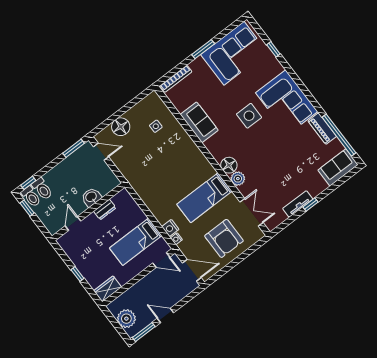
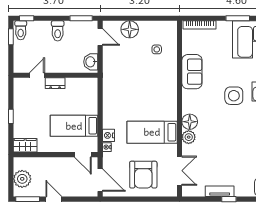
toilet: (42, 189) -> (58, 31), moved
washbasin: (91, 197) -> (91, 62), moved, turned -90
dresser: (105, 210) -> (55, 83), moved

